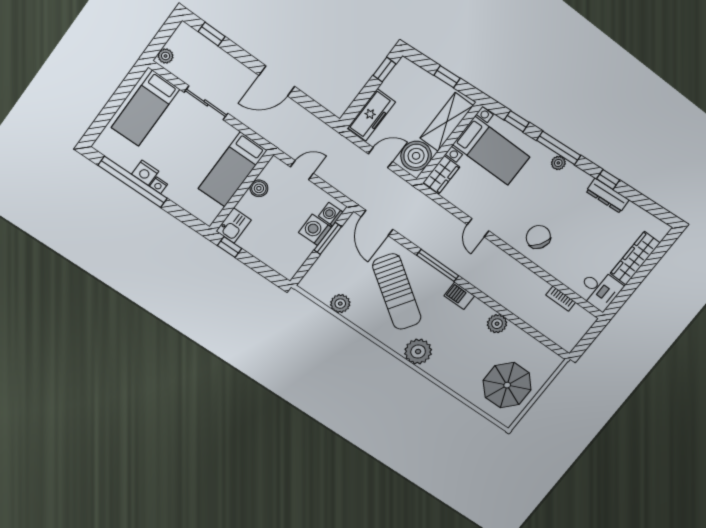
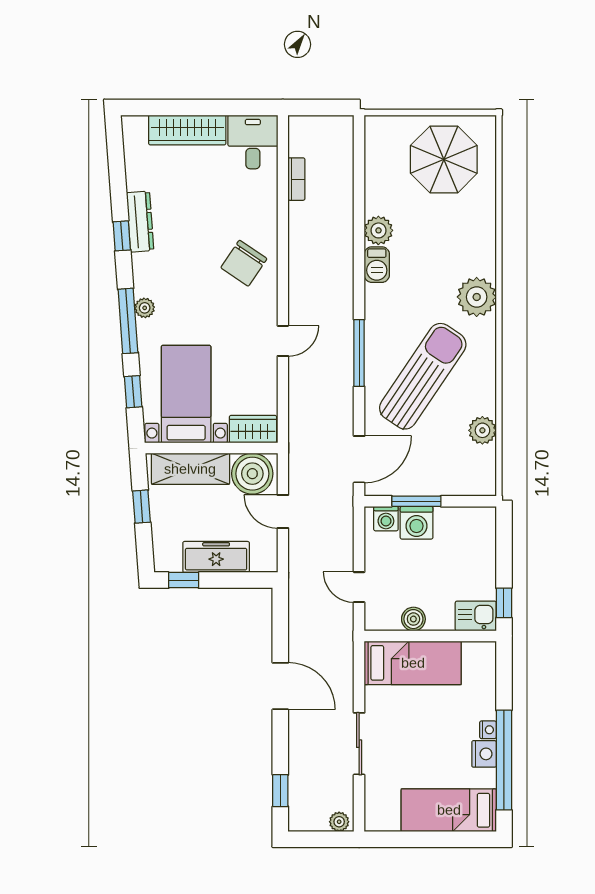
bed: (145, 108) -> (449, 810), moved, turned 180
freezer: (371, 115) -> (216, 557), moved
barbecue: (459, 296) -> (377, 265), moved

